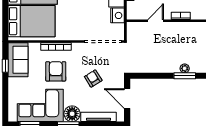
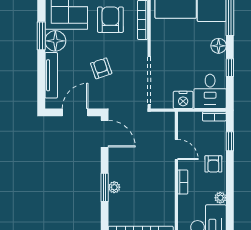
armchair: (56, 71) -> (110, 20), turned -90
door: (143, 76) -> (105, 134), added
armchair: (93, 78) -> (101, 68), turned -77

